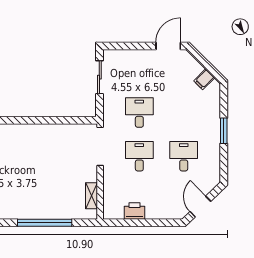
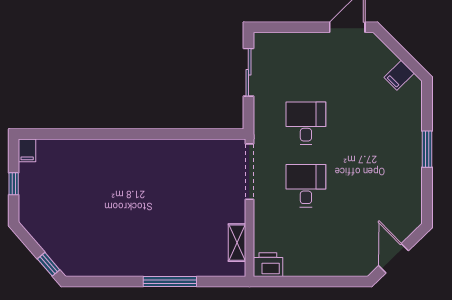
desk: (184, 156) -> (370, 186), removed
printer: (134, 211) -> (268, 265), moved
window: (45, 223) -> (170, 282), width x0.68

